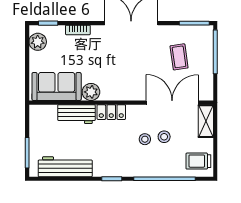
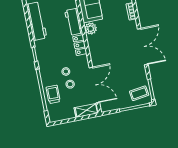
coffee table: (179, 57) -> (139, 93), moved
trolley: (198, 161) -> (53, 94), moved

